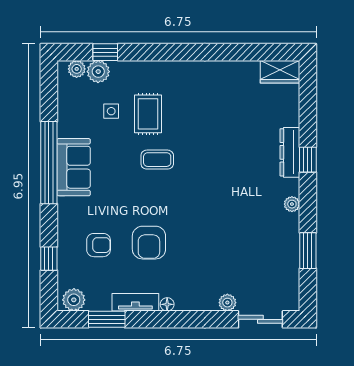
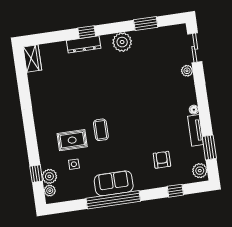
plant: (292, 204) -> (122, 42), width x1.88, depth x1.88
armchair: (149, 243) -> (156, 127), removed

